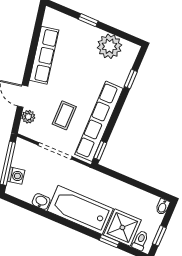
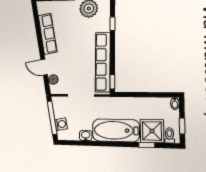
coffee table: (64, 115) -> (77, 68), removed

